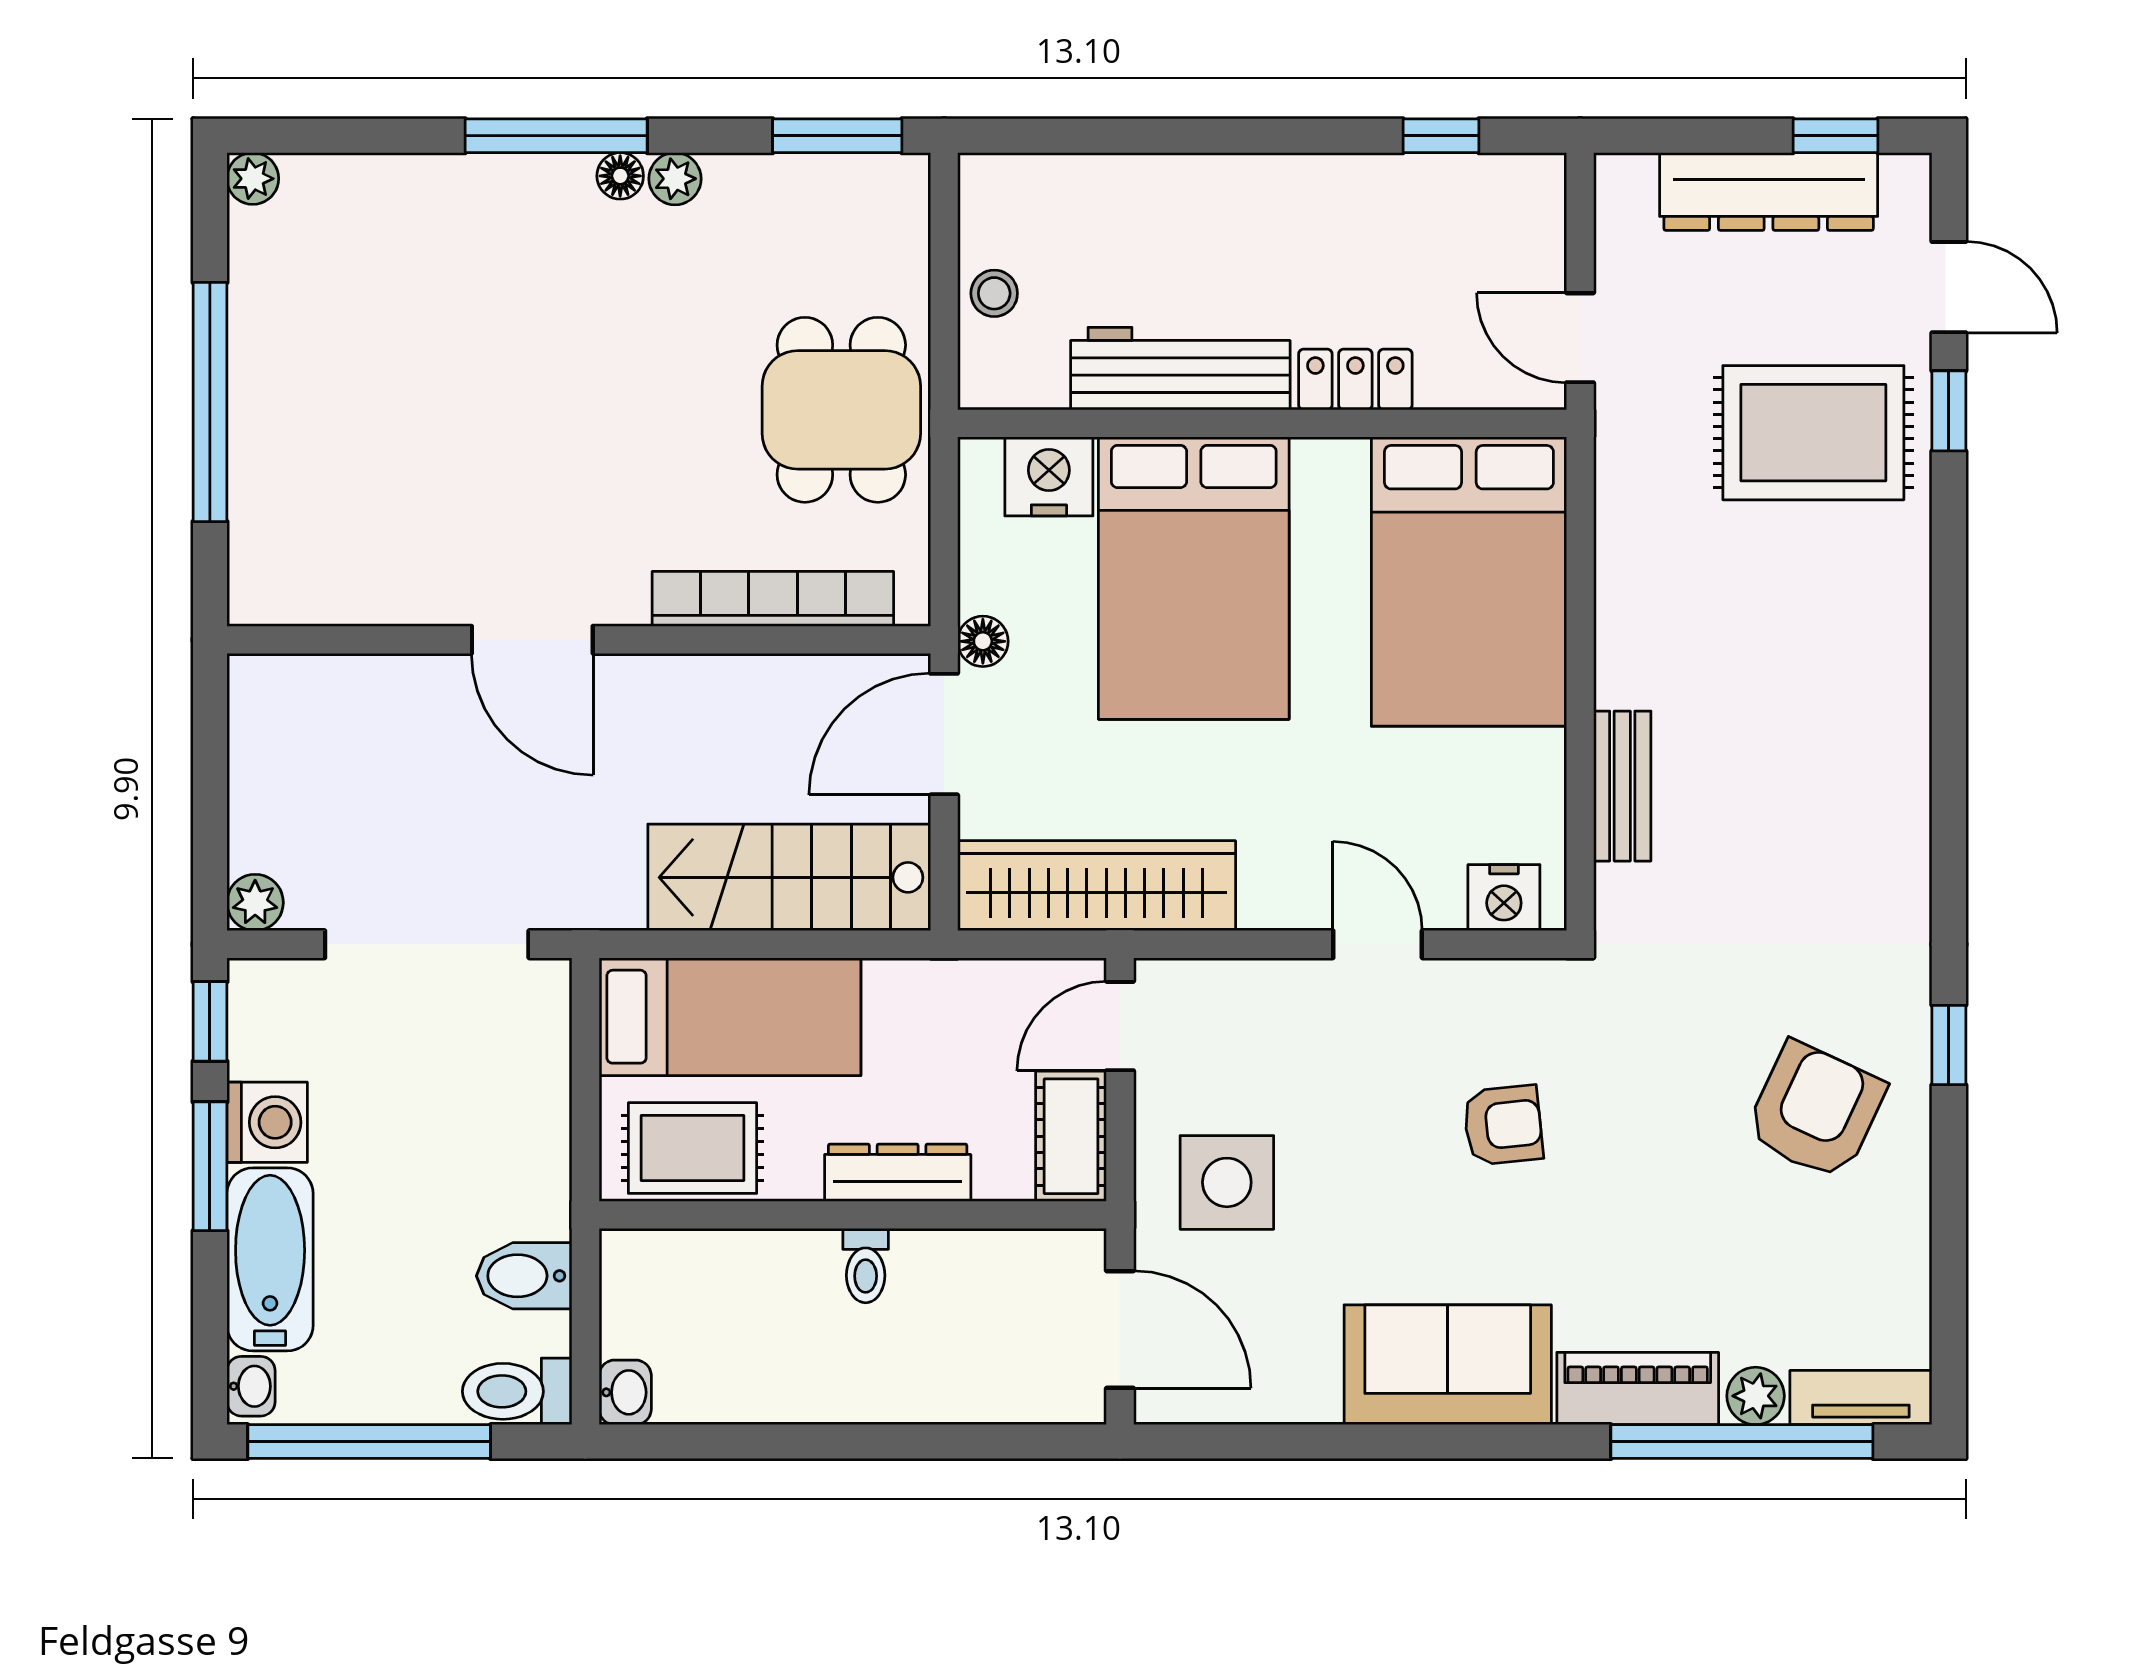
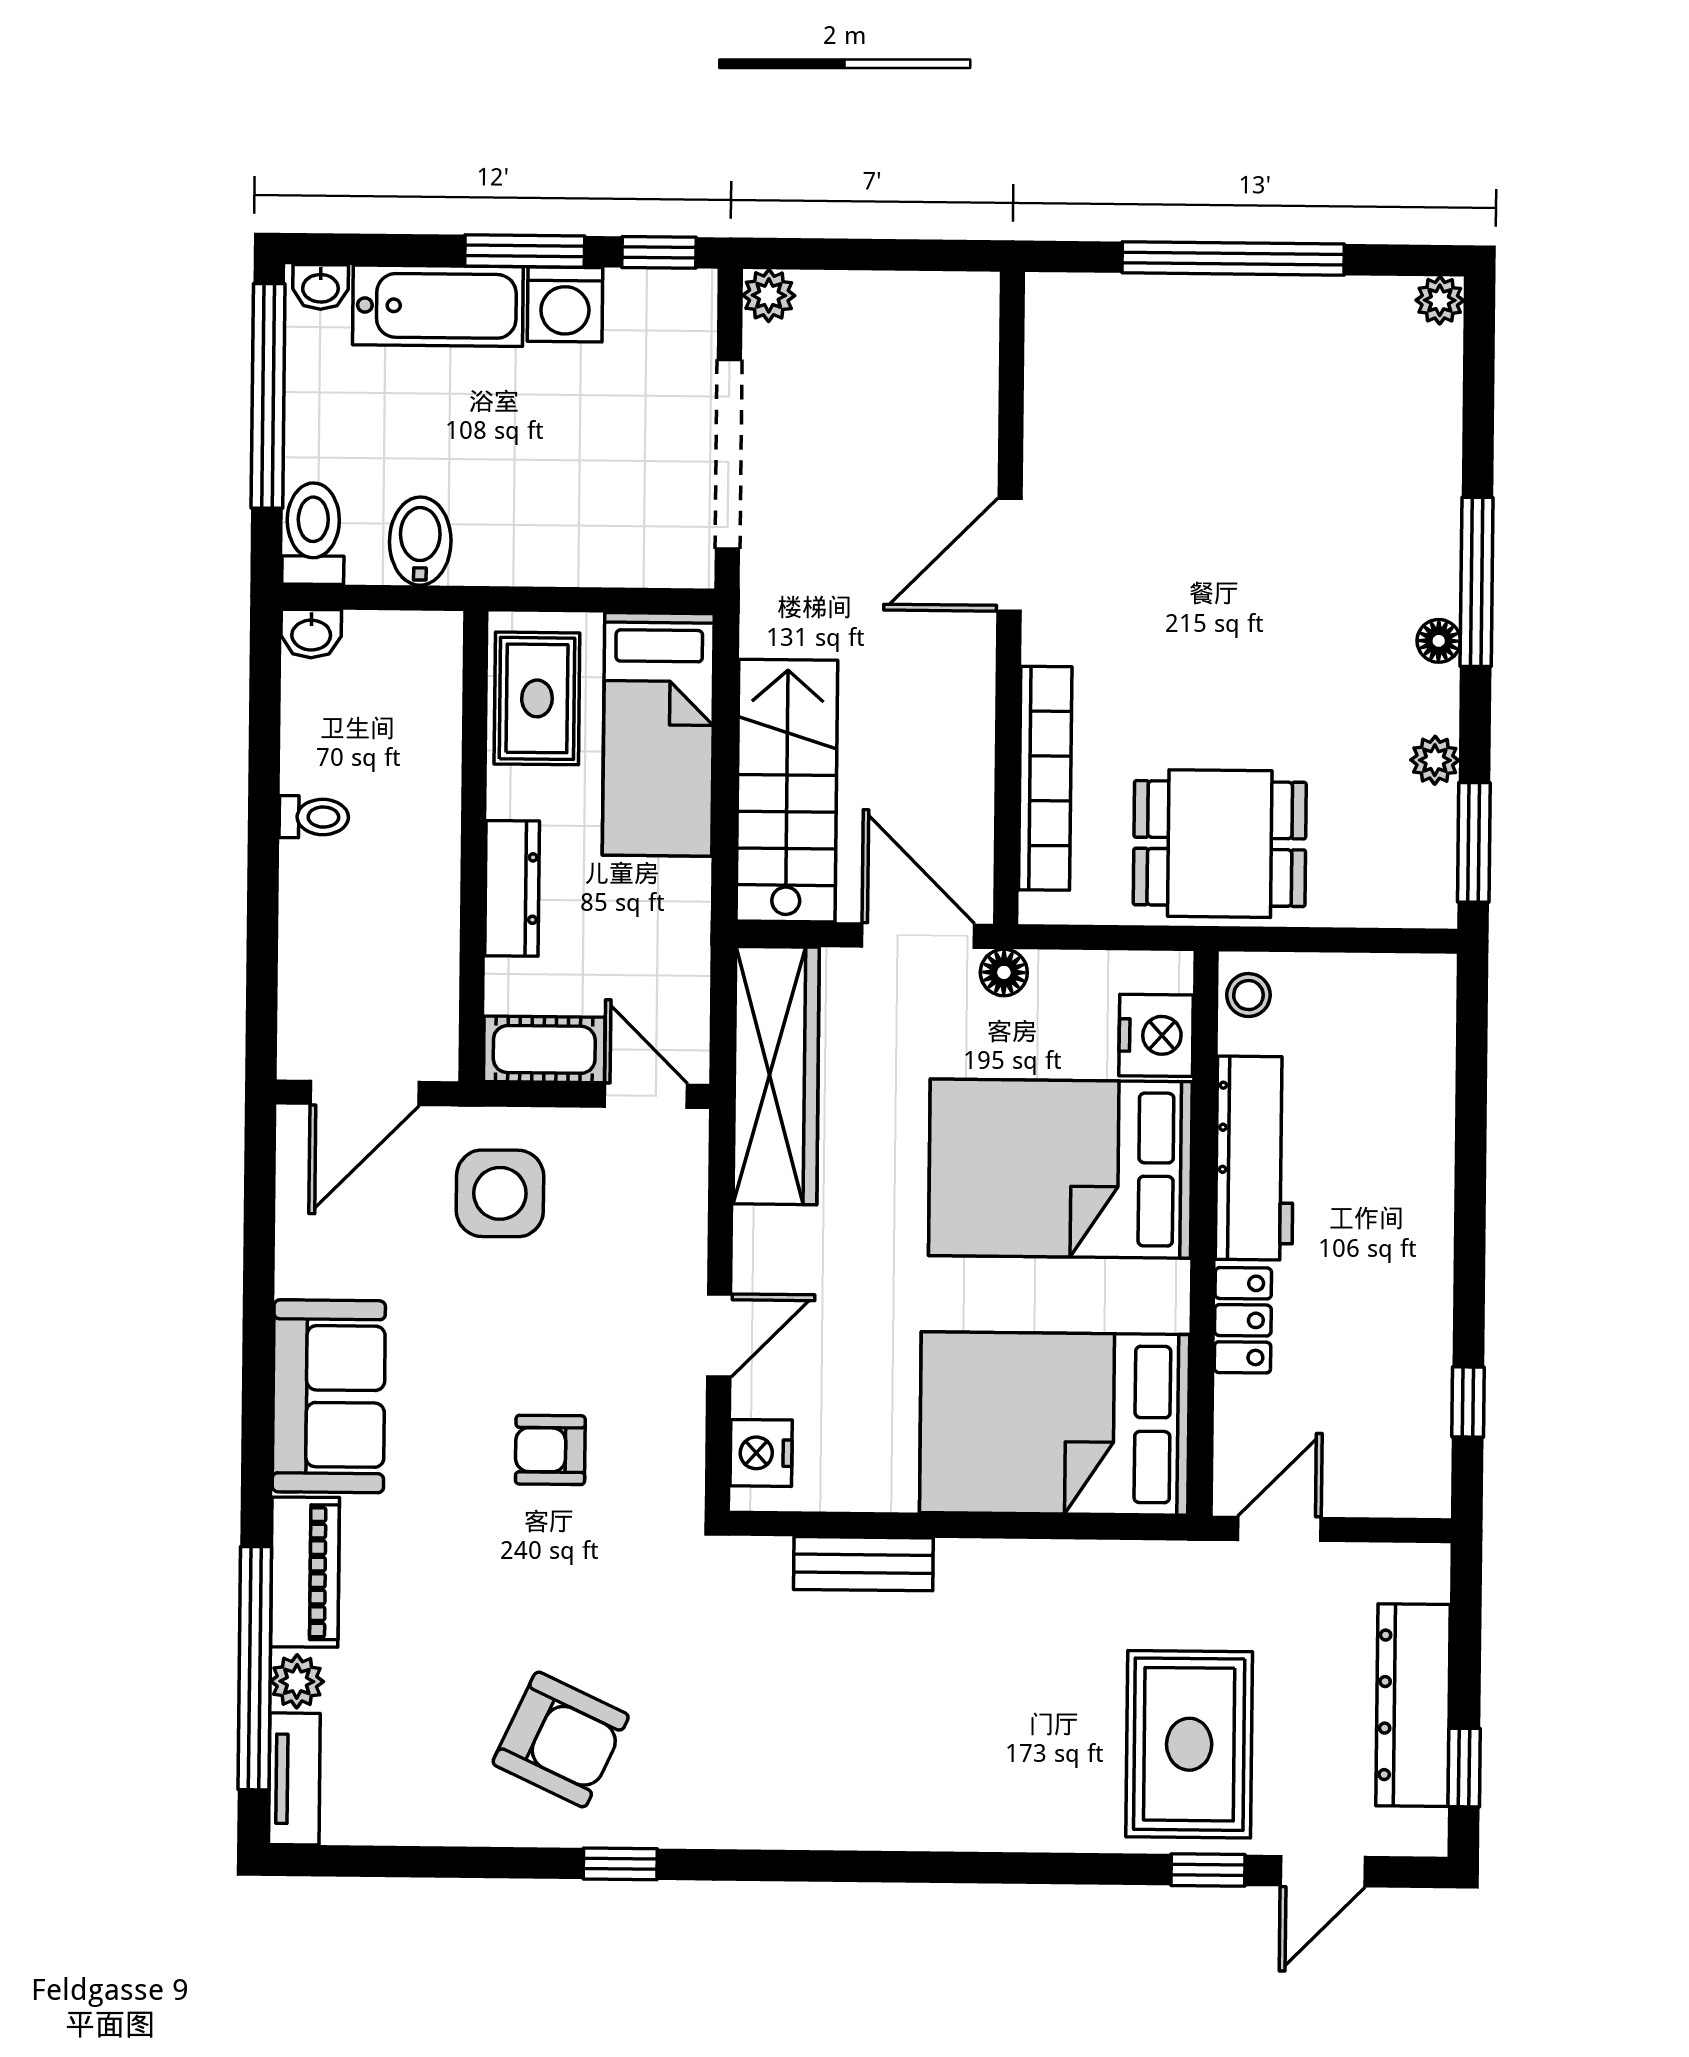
plant: (675, 179) -> (1435, 760), moved
stool: (994, 293) -> (1248, 995), moved
armchair: (1503, 1125) -> (550, 1450), turned 96
toilet: (866, 1266) -> (314, 817), moved, turned 180

